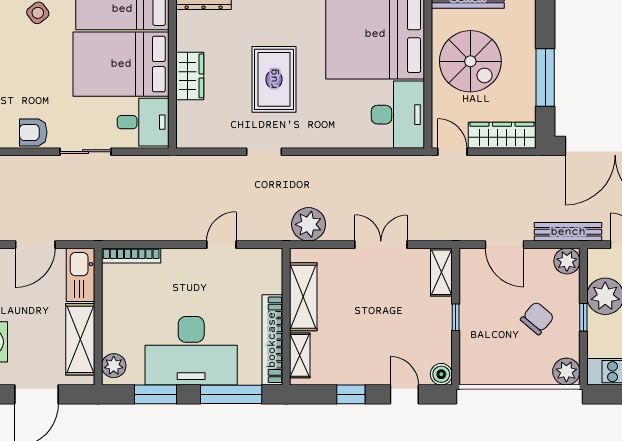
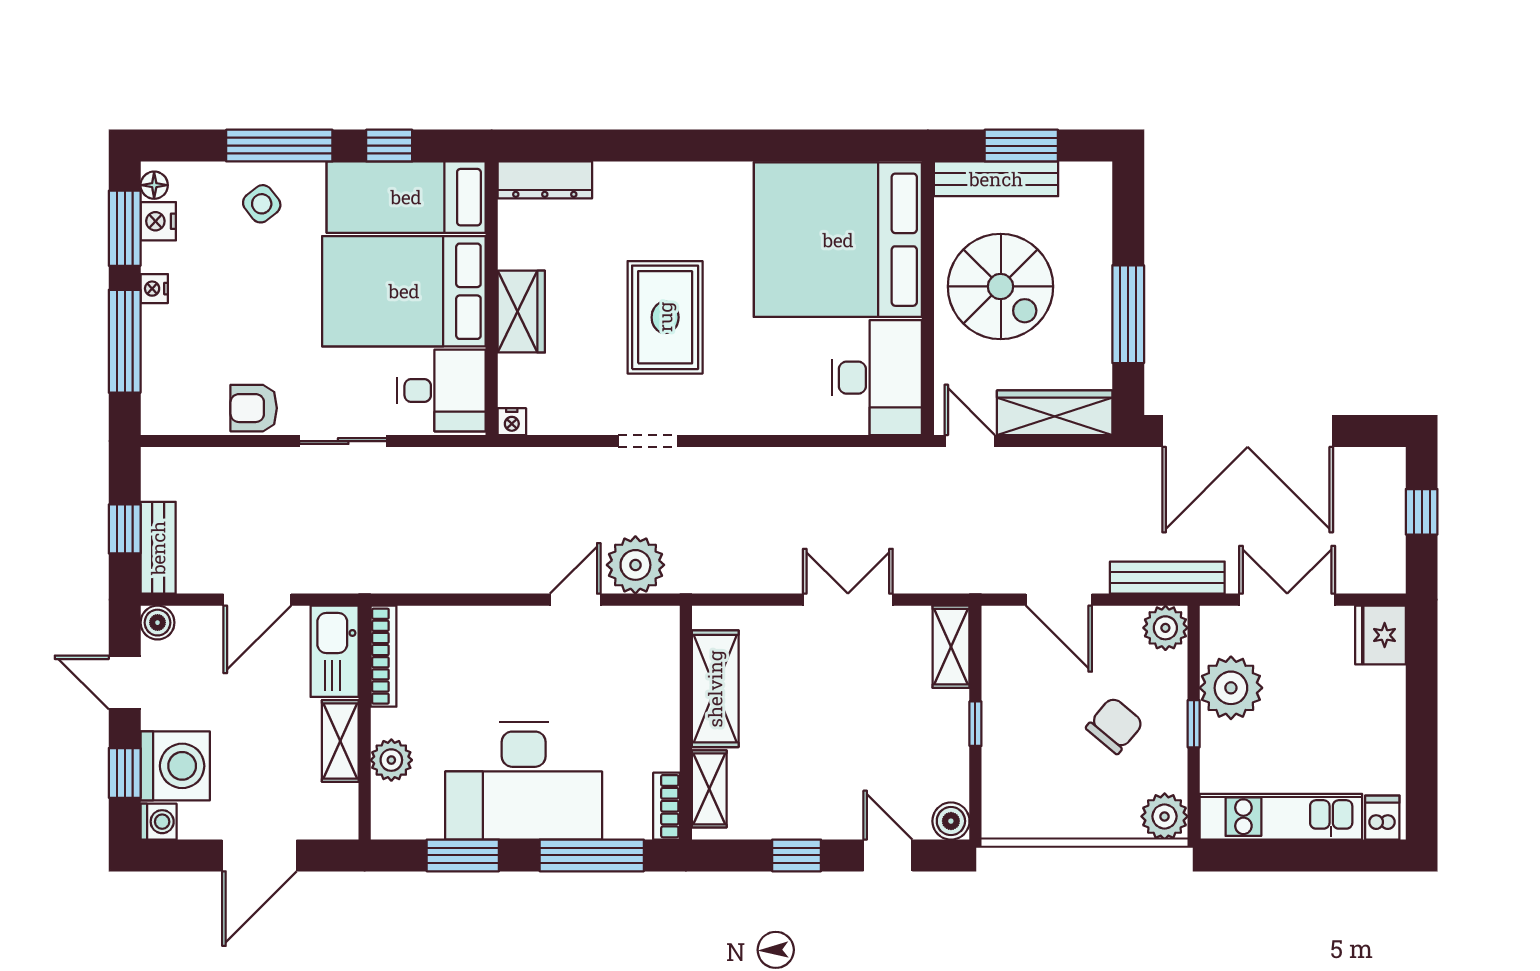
nightstand: (184, 140) -> (512, 422), added
plant: (309, 224) -> (635, 565), moved
bookcase: (131, 256) -> (384, 656), moved, turned -90
shelving: (80, 339) -> (340, 741), width x0.67, depth x0.75
bookcase: (272, 340) -> (667, 806), width x0.43, depth x0.76
plant: (114, 366) -> (391, 760), moved

